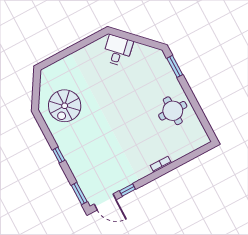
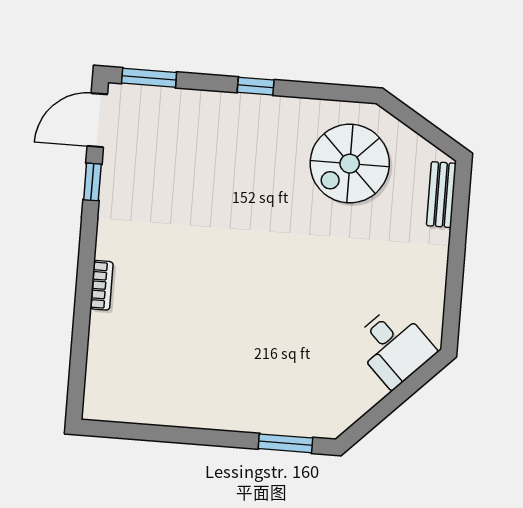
bench: (55, 68) -> (441, 195), added
spiral stairs: (65, 106) -> (350, 164), turned -90
round table: (173, 111) -> (196, 381), removed

